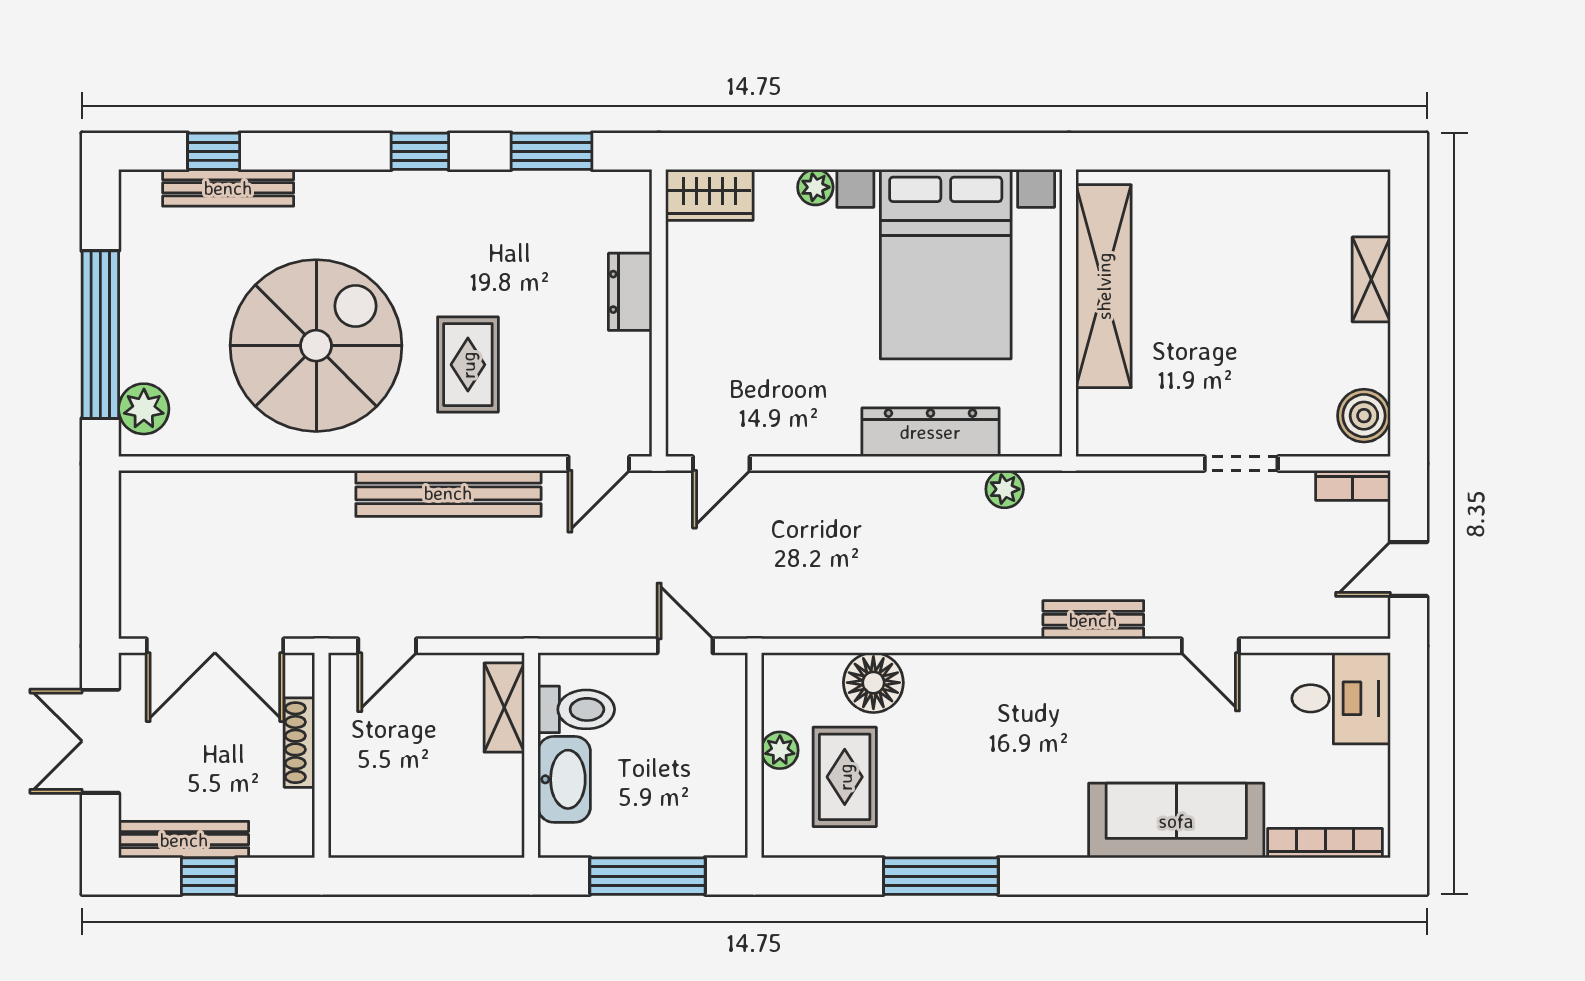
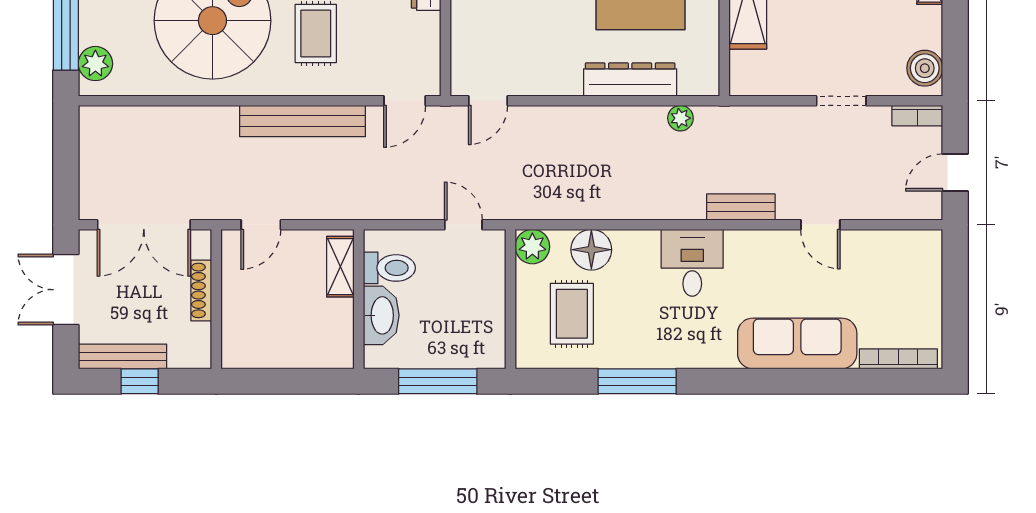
desk: (1341, 698) -> (692, 263), moved, turned -90
plant: (780, 750) -> (532, 247), moved, width x1.38, depth x1.38

